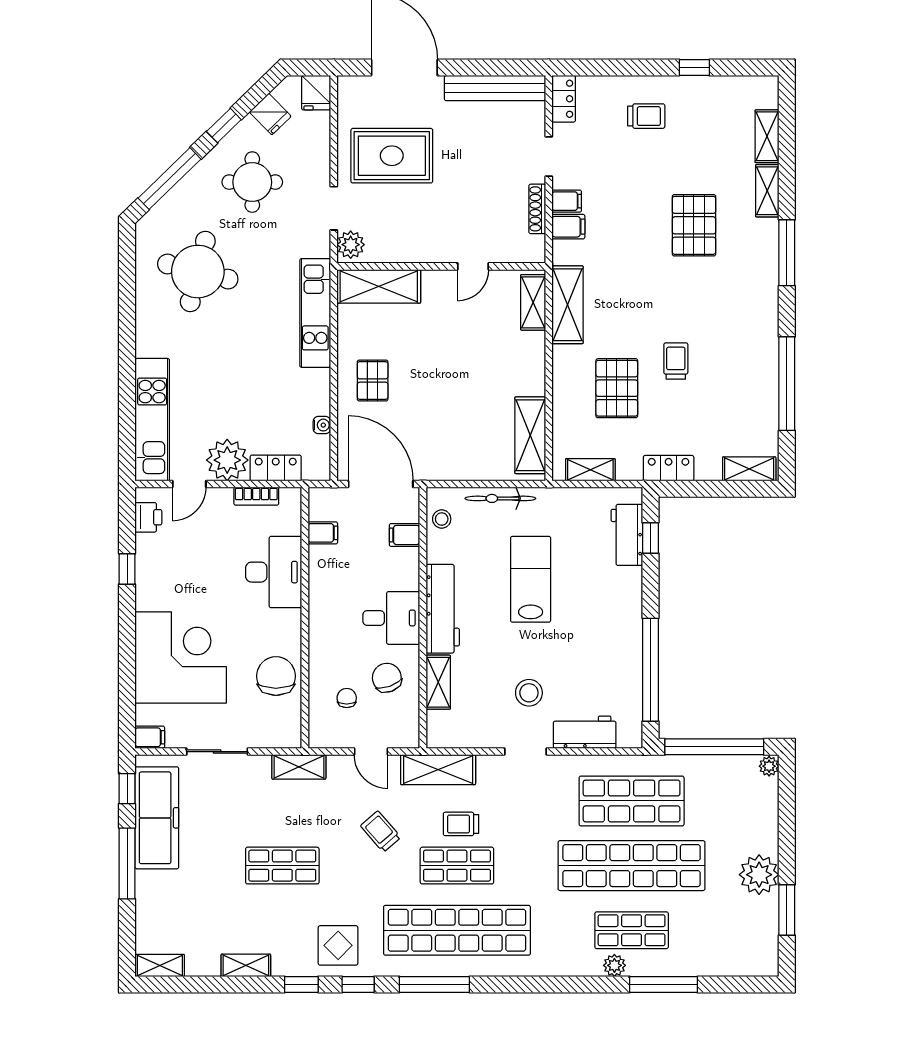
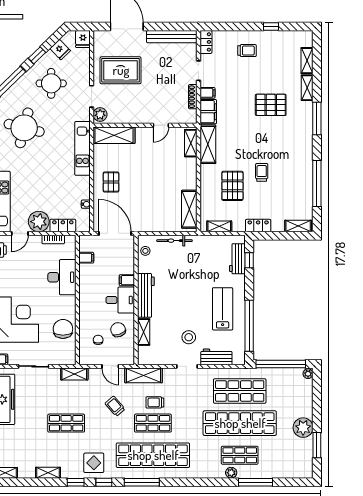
pallet: (694, 225) -> (271, 105), turned 90
filing cabinet: (568, 227) -> (208, 112), width x2.00
filing cabinet: (404, 535) -> (127, 280), moved
lab bench: (531, 579) -> (223, 309), moved

